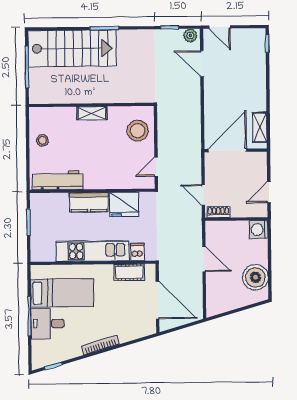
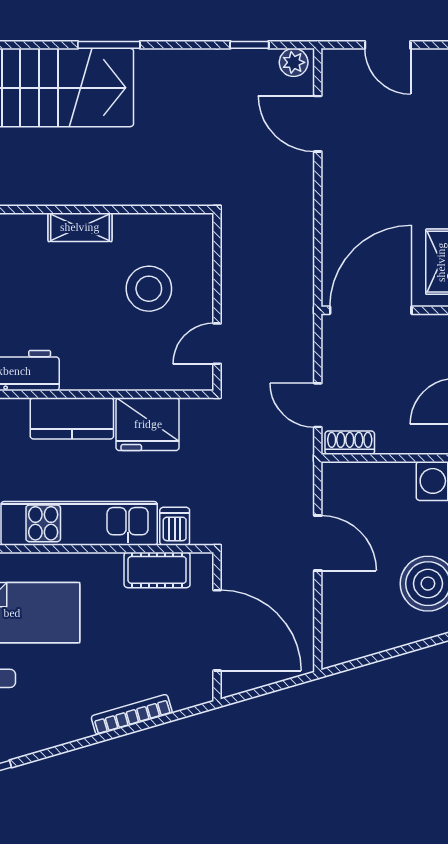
door: (220, 27) -> (388, 45), moved
stool: (138, 131) -> (149, 289), moved
bookcase: (100, 345) -> (132, 715), moved

